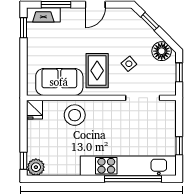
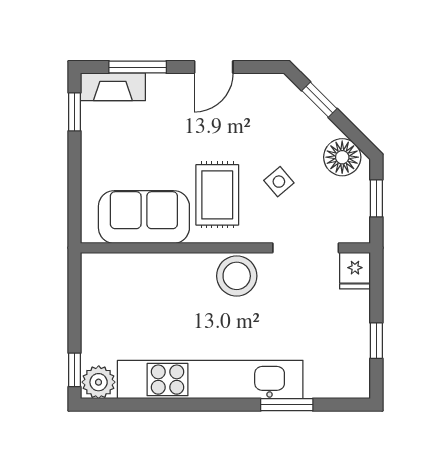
fridge: (35, 110) -> (355, 271), moved
stool: (75, 115) -> (237, 276), moved
kitchen unit: (128, 166) -> (210, 380), moved
window: (133, 179) -> (287, 405), width x0.47

